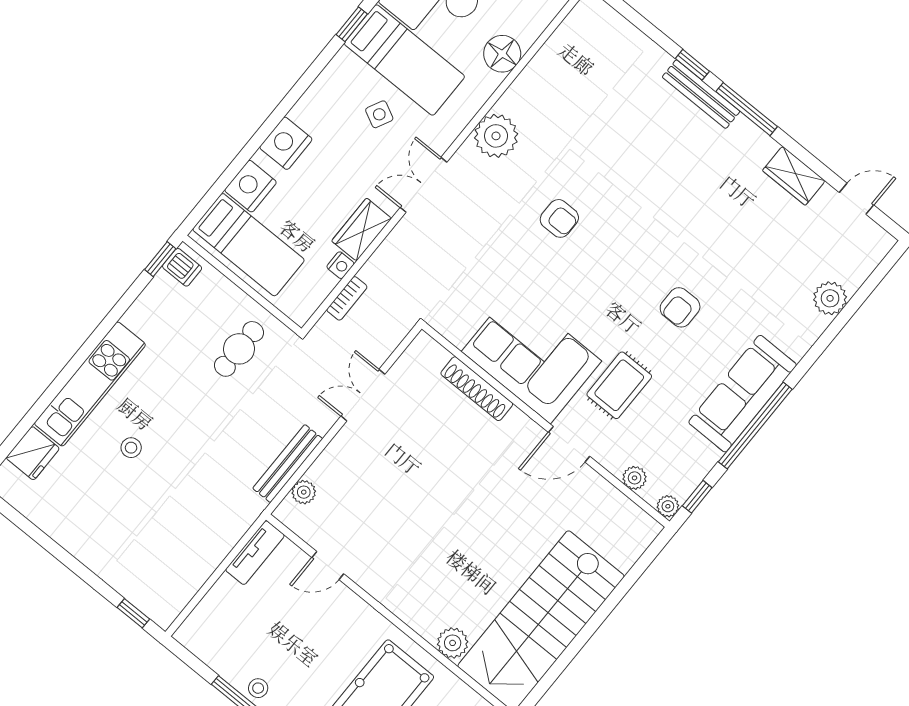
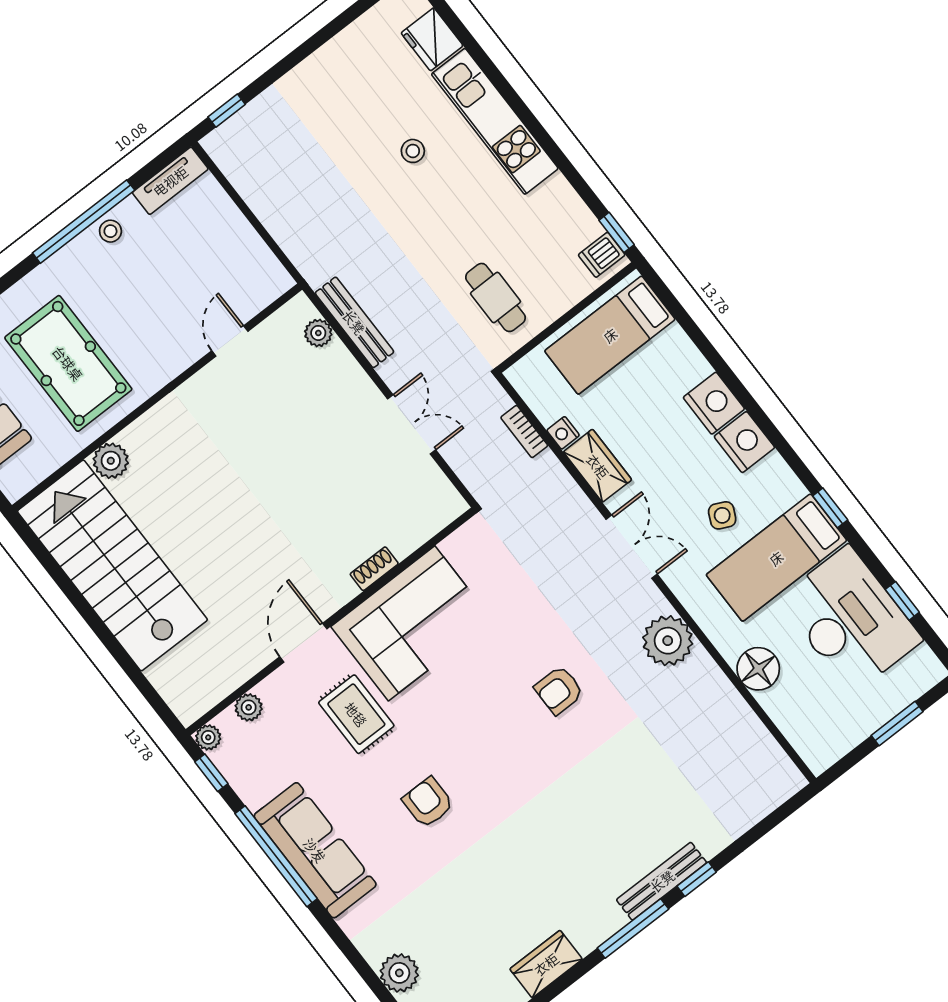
nightstand: (251, 186) -> (744, 442), moved
shoe rack: (477, 389) -> (374, 569), width x0.51, depth x0.81
tv unit: (255, 553) -> (170, 181), moved, turned -90

